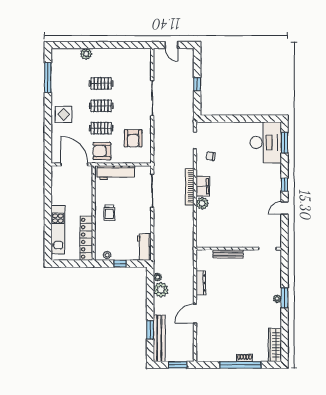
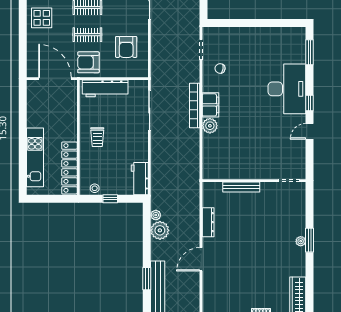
desk: (266, 142) -> (287, 89), moved

